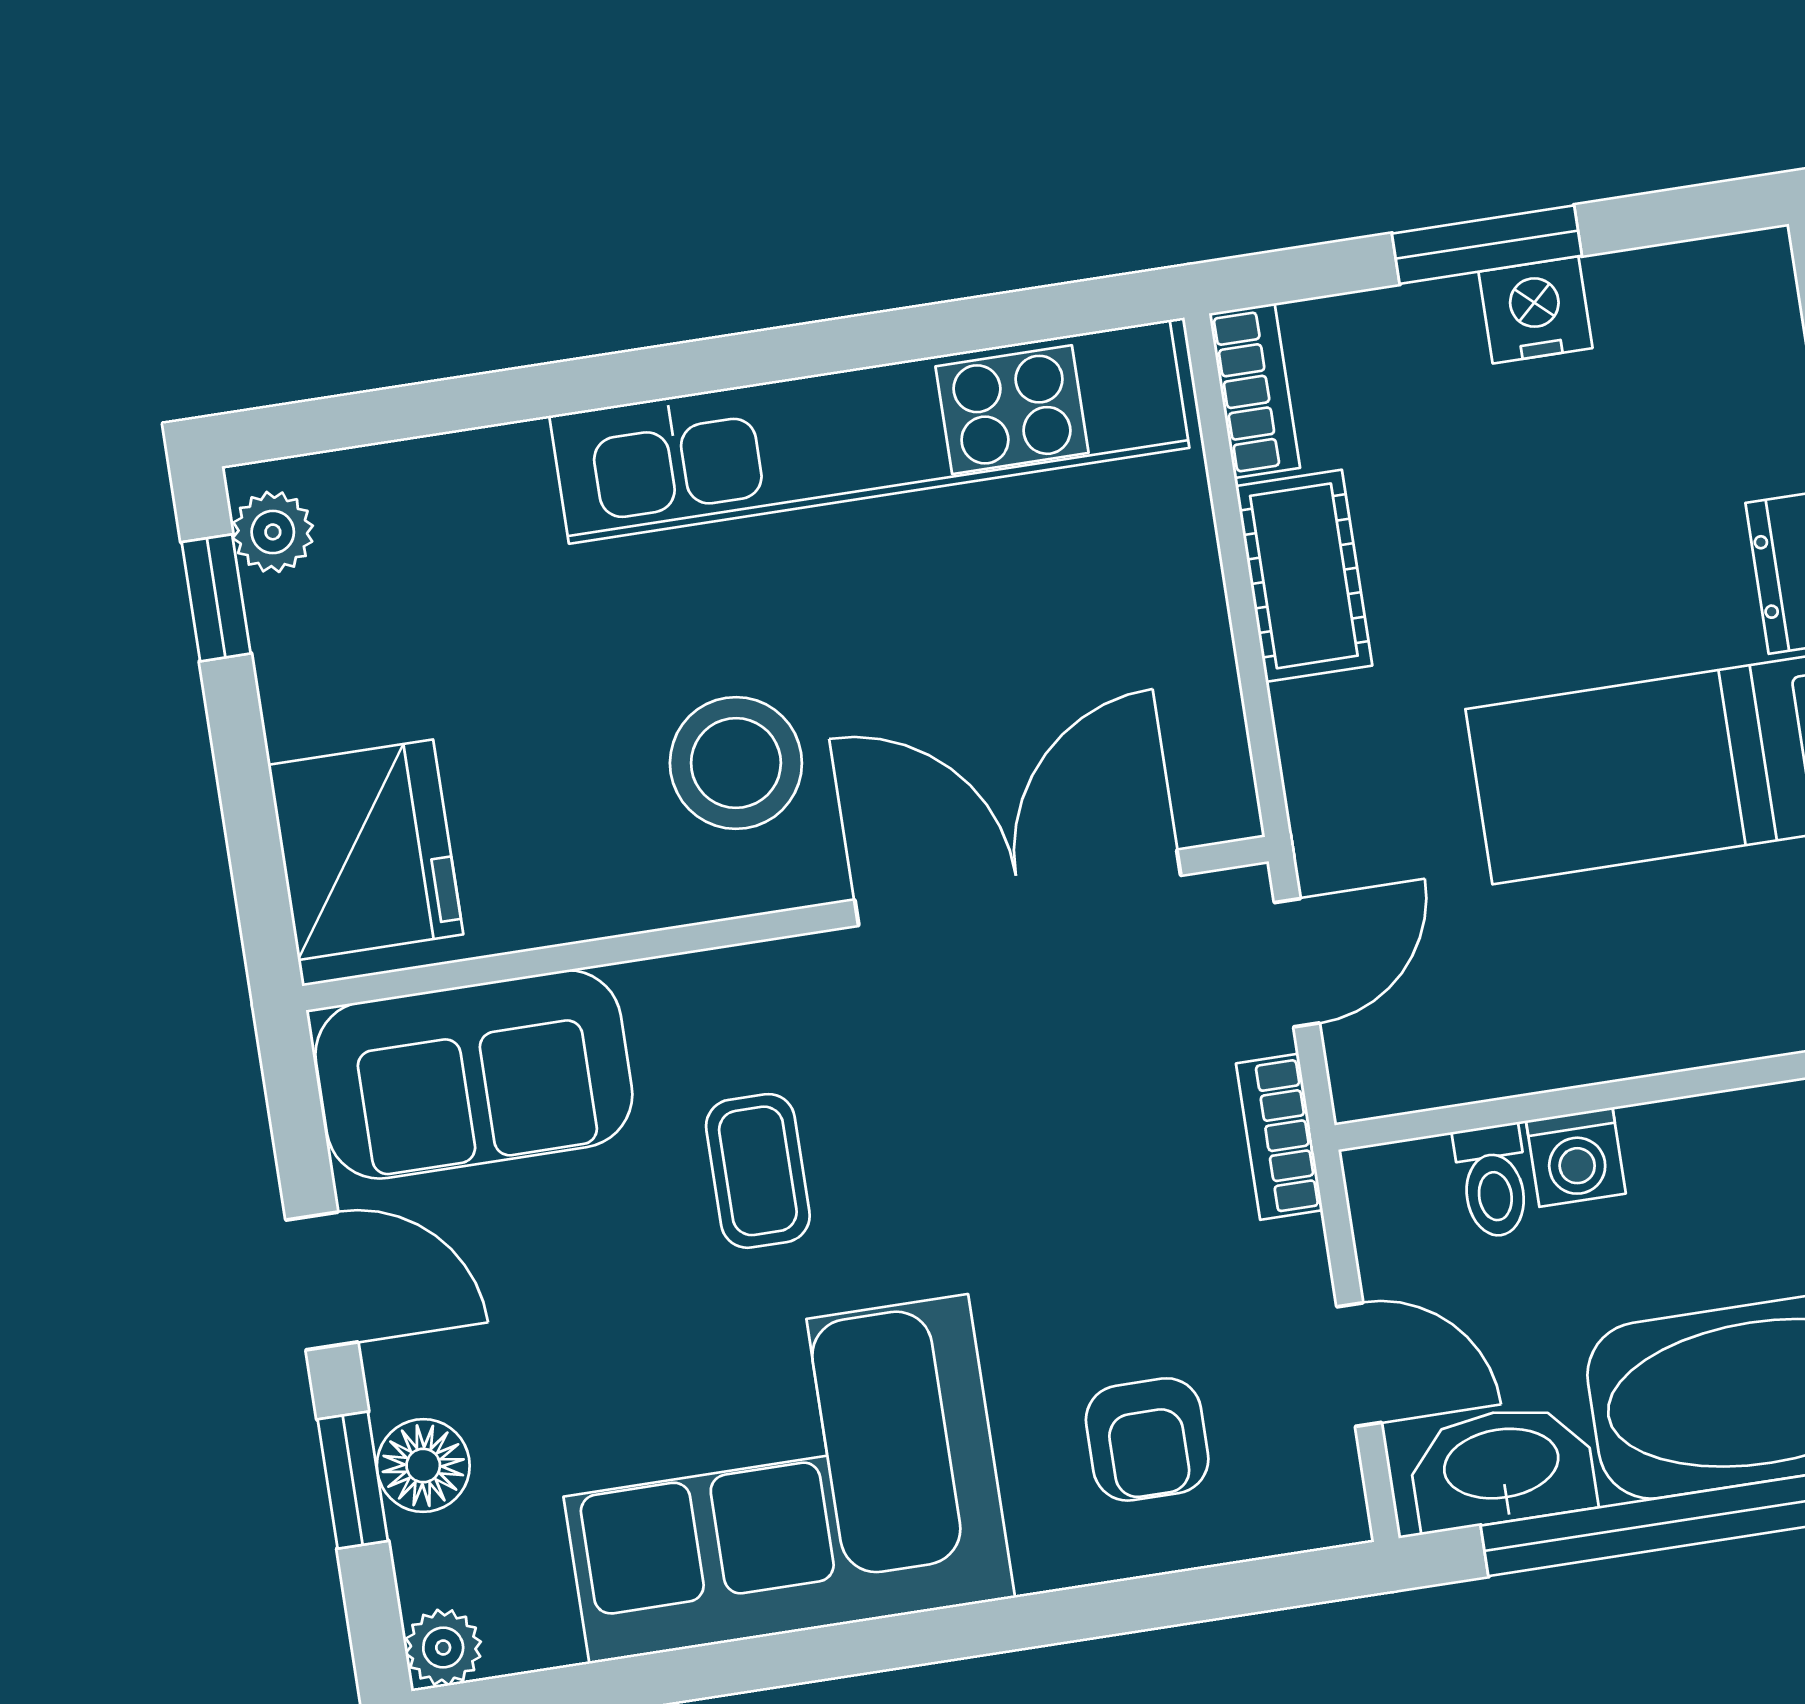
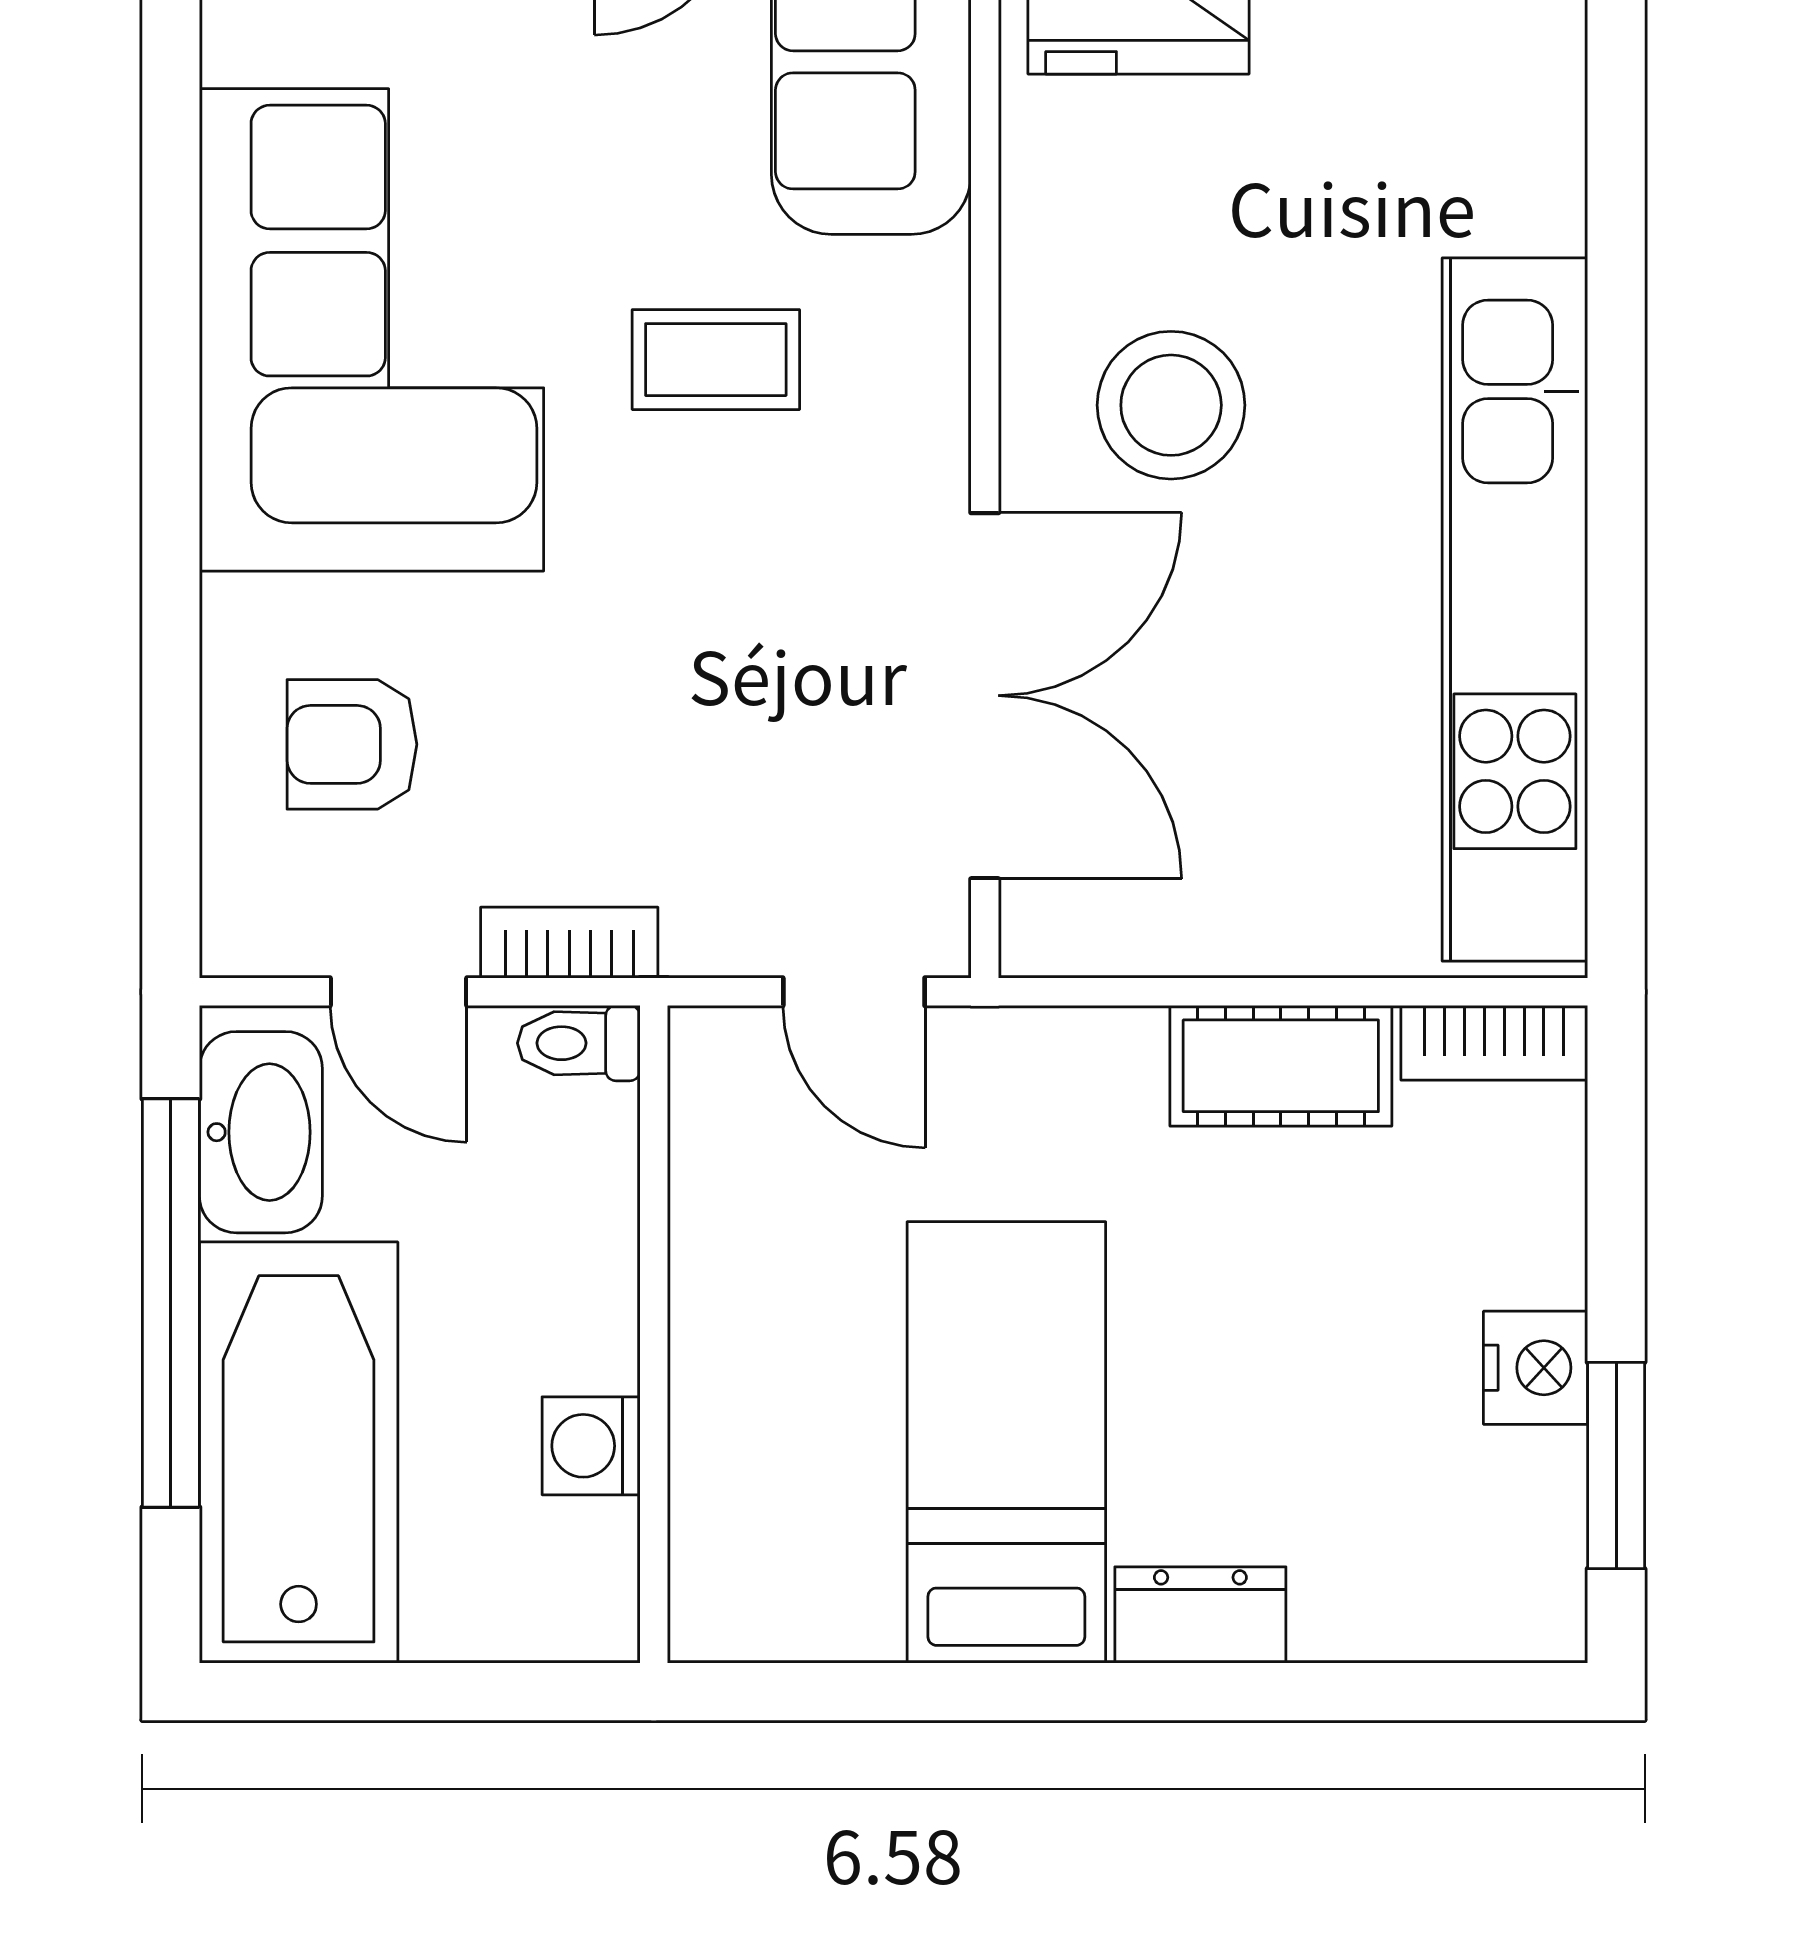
window: (1487, 245) -> (1616, 1466), moved
bookcase: (1279, 1137) -> (569, 943), moved
washing machine: (1576, 1157) -> (591, 1446), moved
toilet: (1493, 1181) -> (579, 1043), moved
door: (1359, 1365) -> (398, 992), hinge flipped

